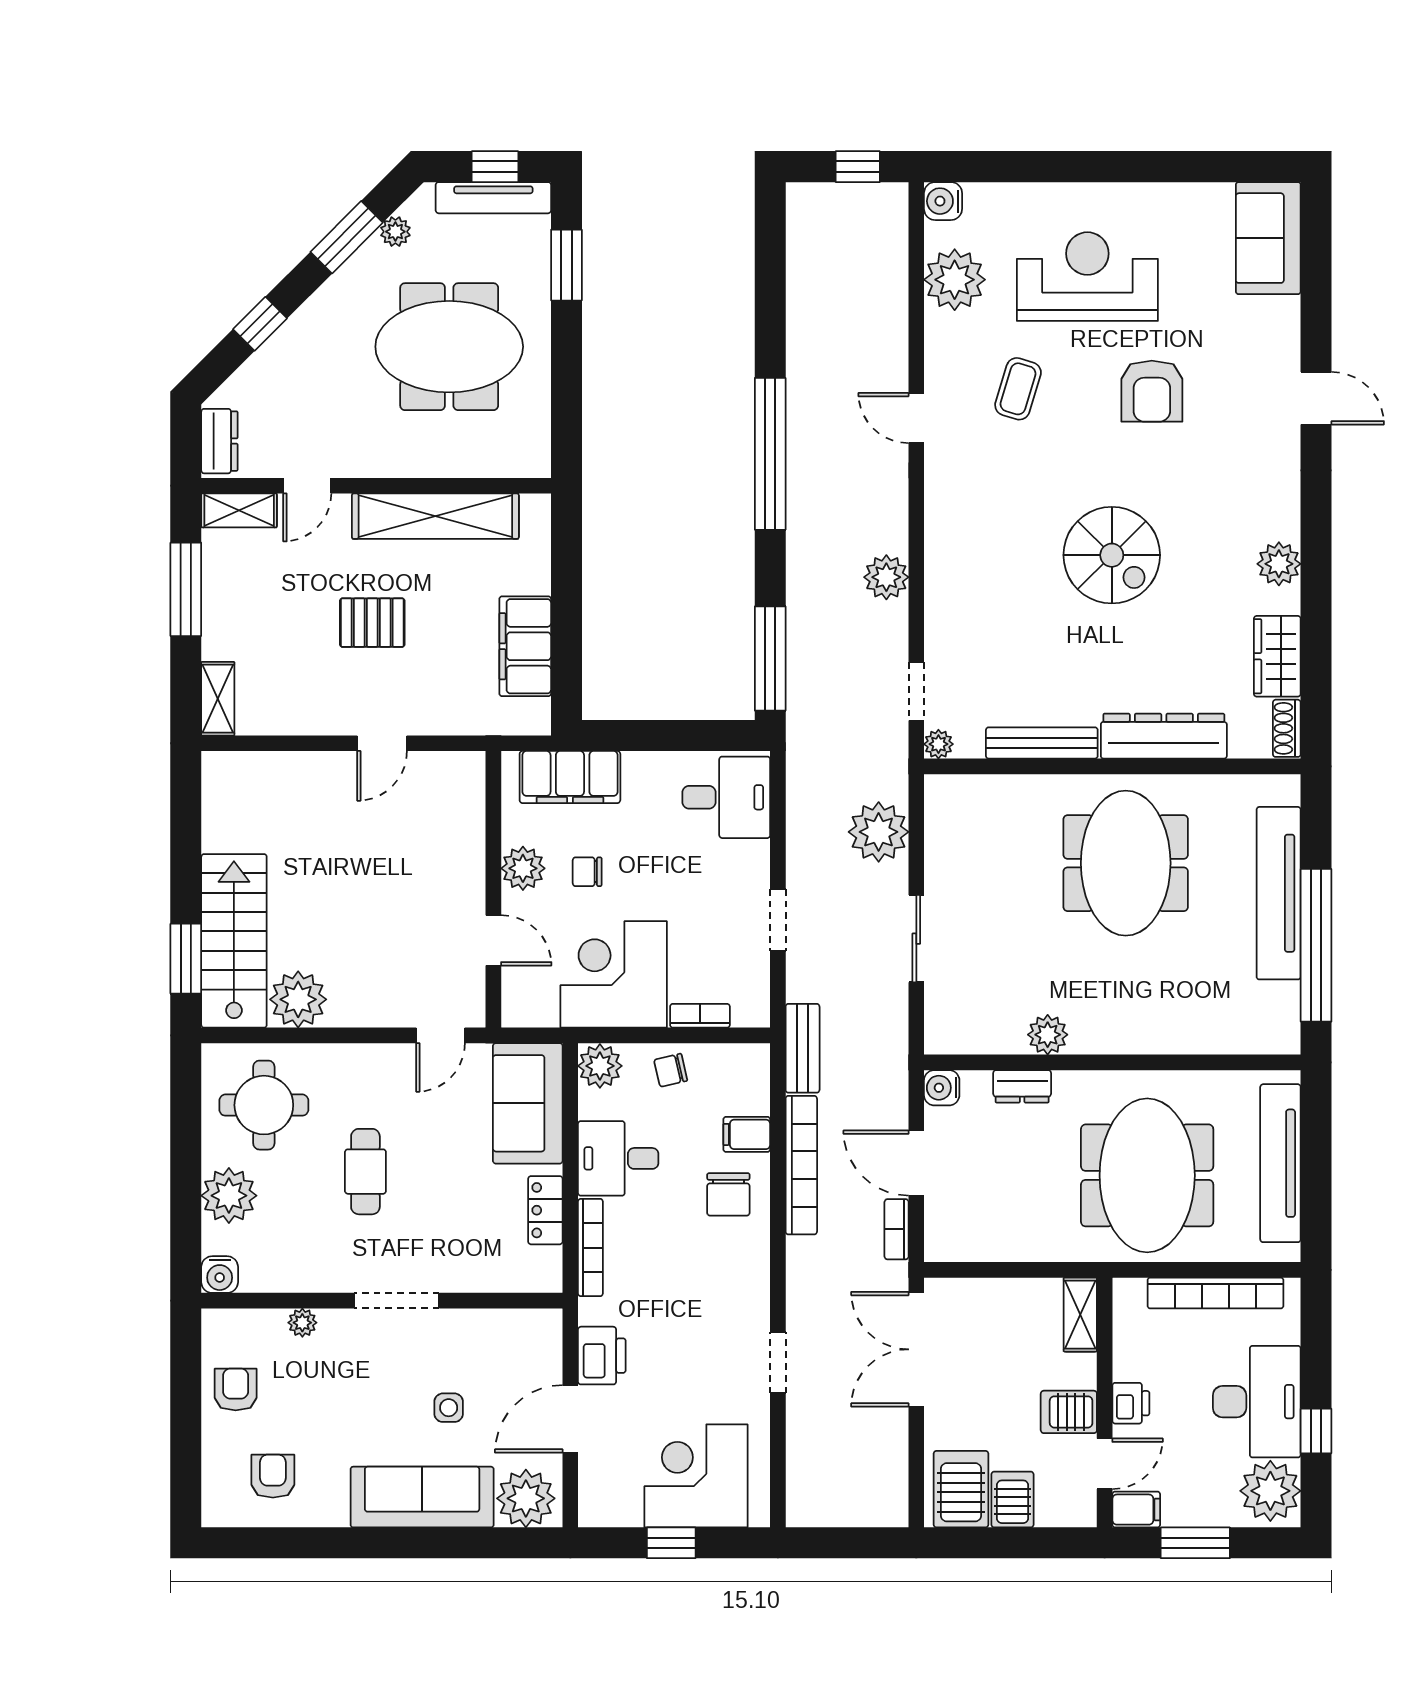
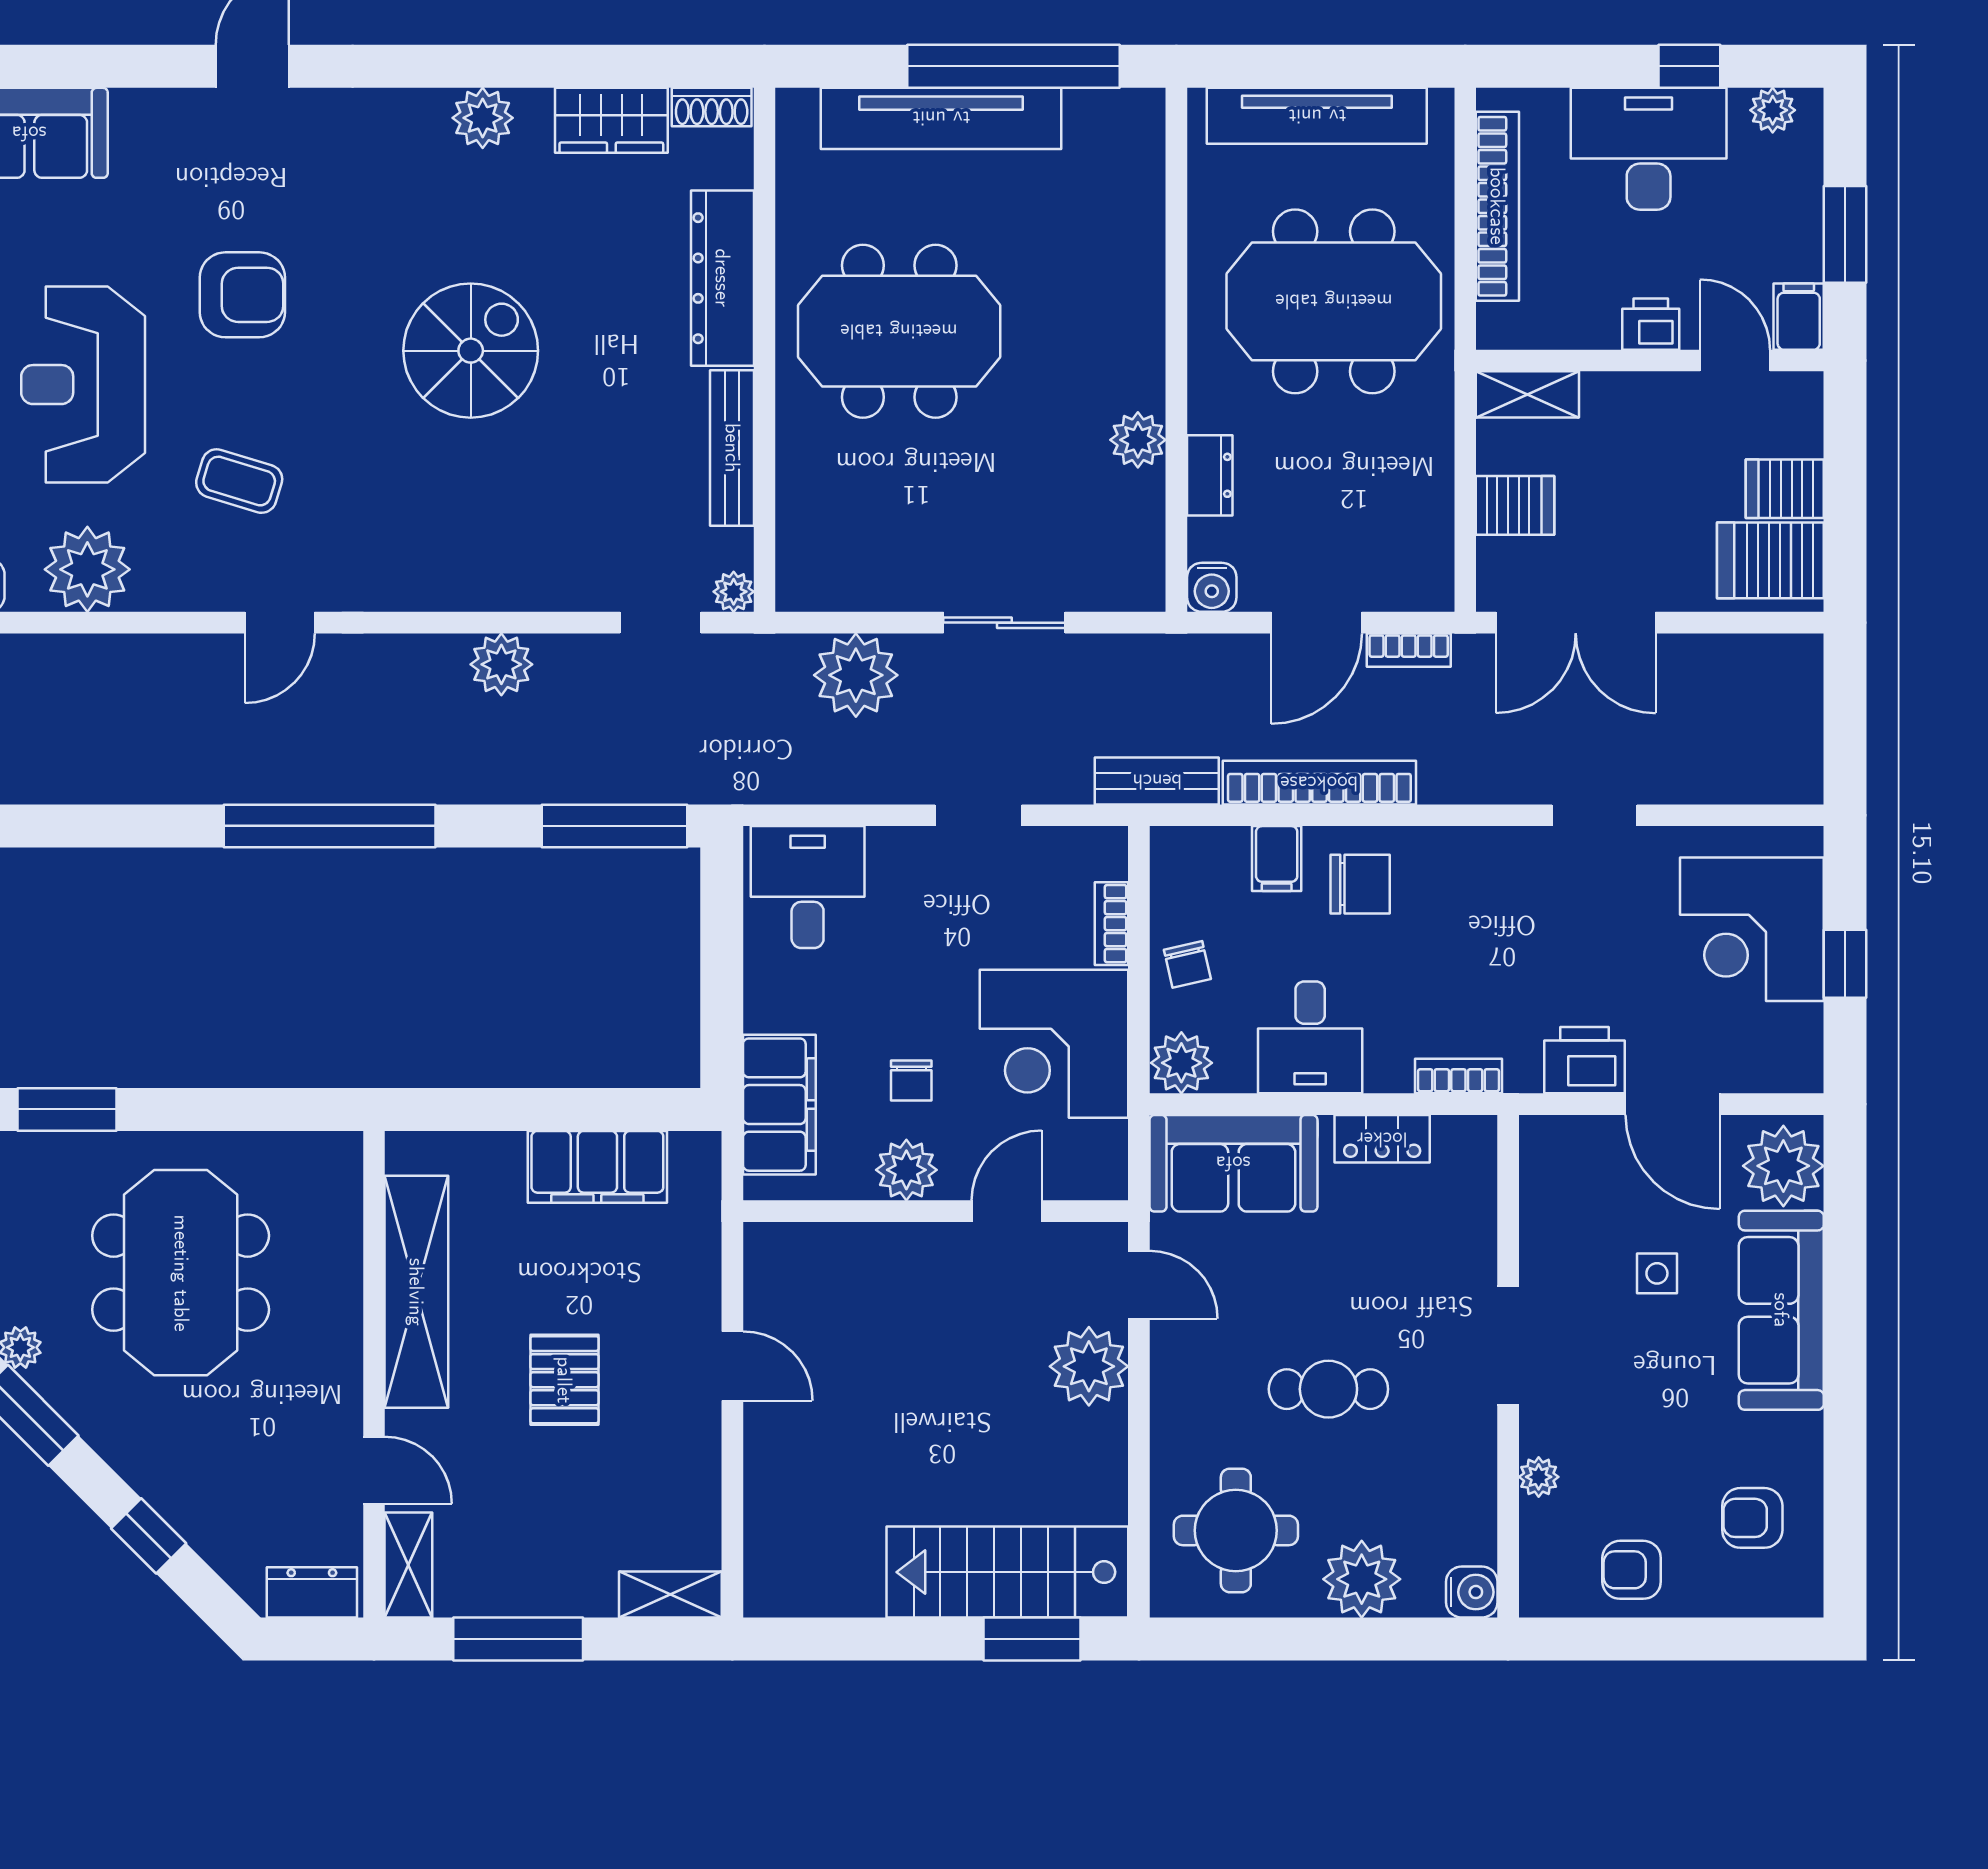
plant: (298, 999) -> (1089, 1366), moved
bookcase: (590, 1248) -> (1458, 1076), width x0.64
server rack: (1069, 1412) -> (1515, 505), moved, turned -90
plant: (1270, 1491) -> (1773, 110), width x0.53, depth x0.53

